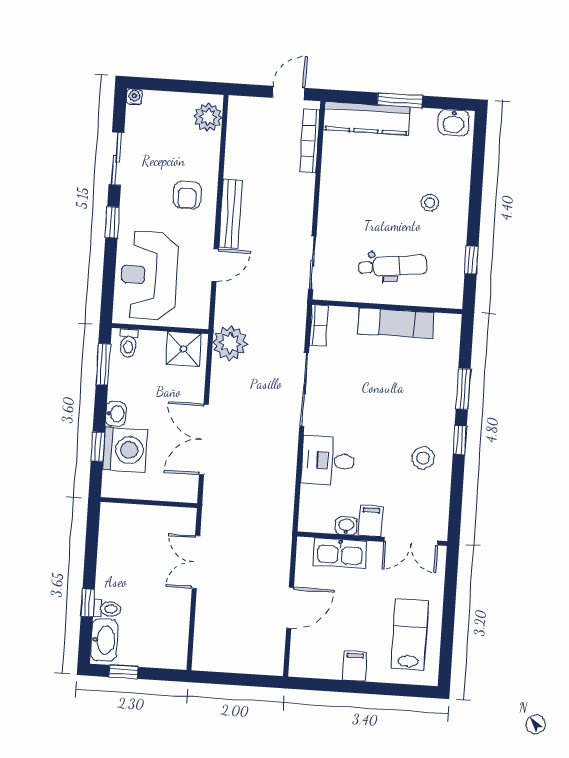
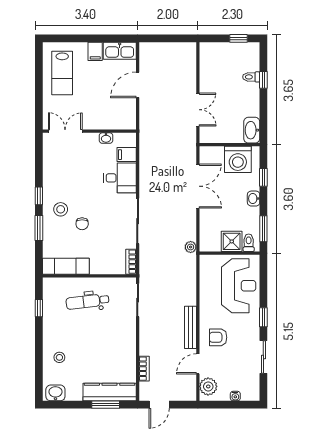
water cooler: (134, 97) -> (235, 396), moved
window: (400, 100) -> (106, 405), moved
bookcase: (310, 141) -> (144, 369), width x0.64
armchair: (187, 195) -> (218, 337), turned -90
stool: (430, 203) -> (59, 357), moved
door: (215, 265) -> (198, 364), moved
exam couch: (396, 323) -> (66, 266), moved
plant: (230, 343) -> (191, 247), width x0.53, depth x0.53
shower: (183, 349) -> (232, 241), moved
chair: (393, 391) -> (82, 224), added
washing machine: (125, 450) -> (238, 159), moved, turned -90
stool: (423, 458) -> (61, 209), moved
filing cabinet: (371, 521) -> (127, 155), moved, turned 90
kitchen sink: (340, 553) -> (120, 51), moved, turned 180
washbasin: (104, 640) -> (252, 130), moved

